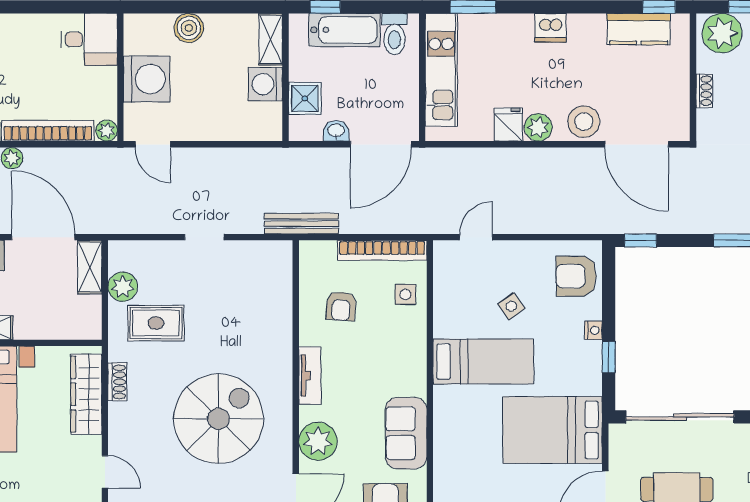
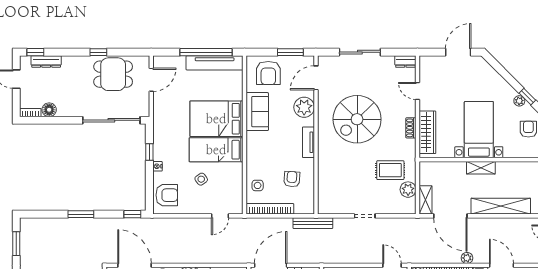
shoe rack: (117, 382) -> (411, 128), moved
bed: (553, 430) -> (216, 119), moved, turned 180

